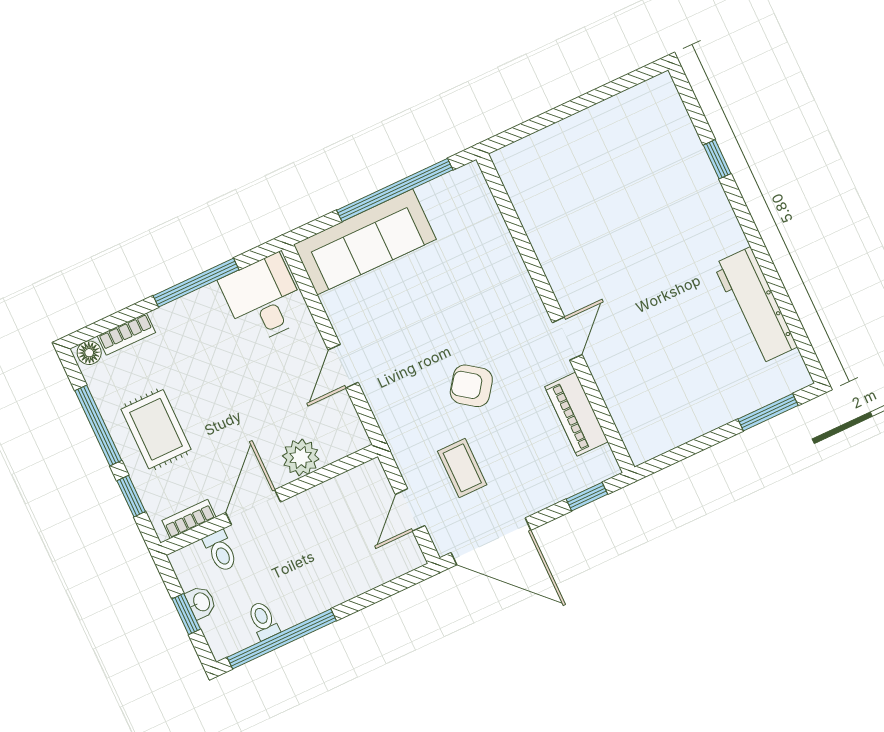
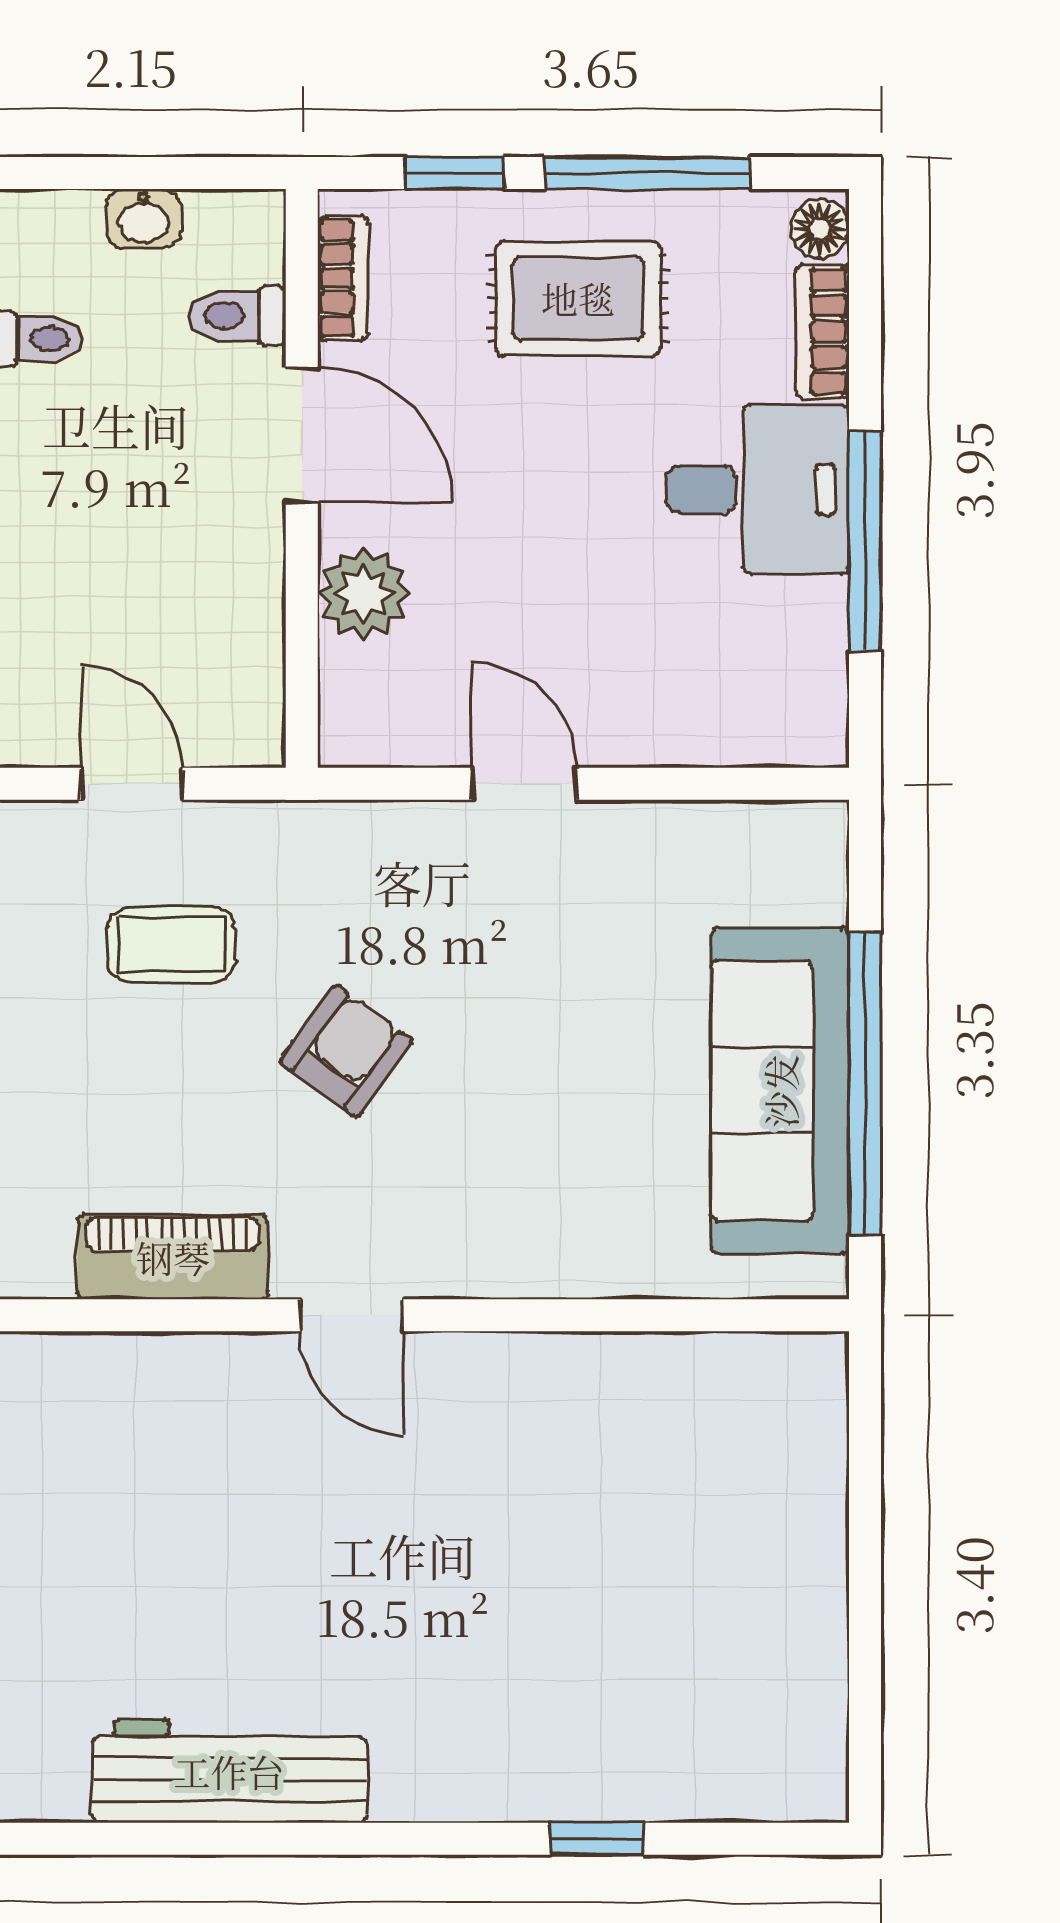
sofa: (365, 242) -> (780, 1091), moved
desk: (263, 299) -> (758, 490), moved
window: (186, 614) -> (133, 173), removed

